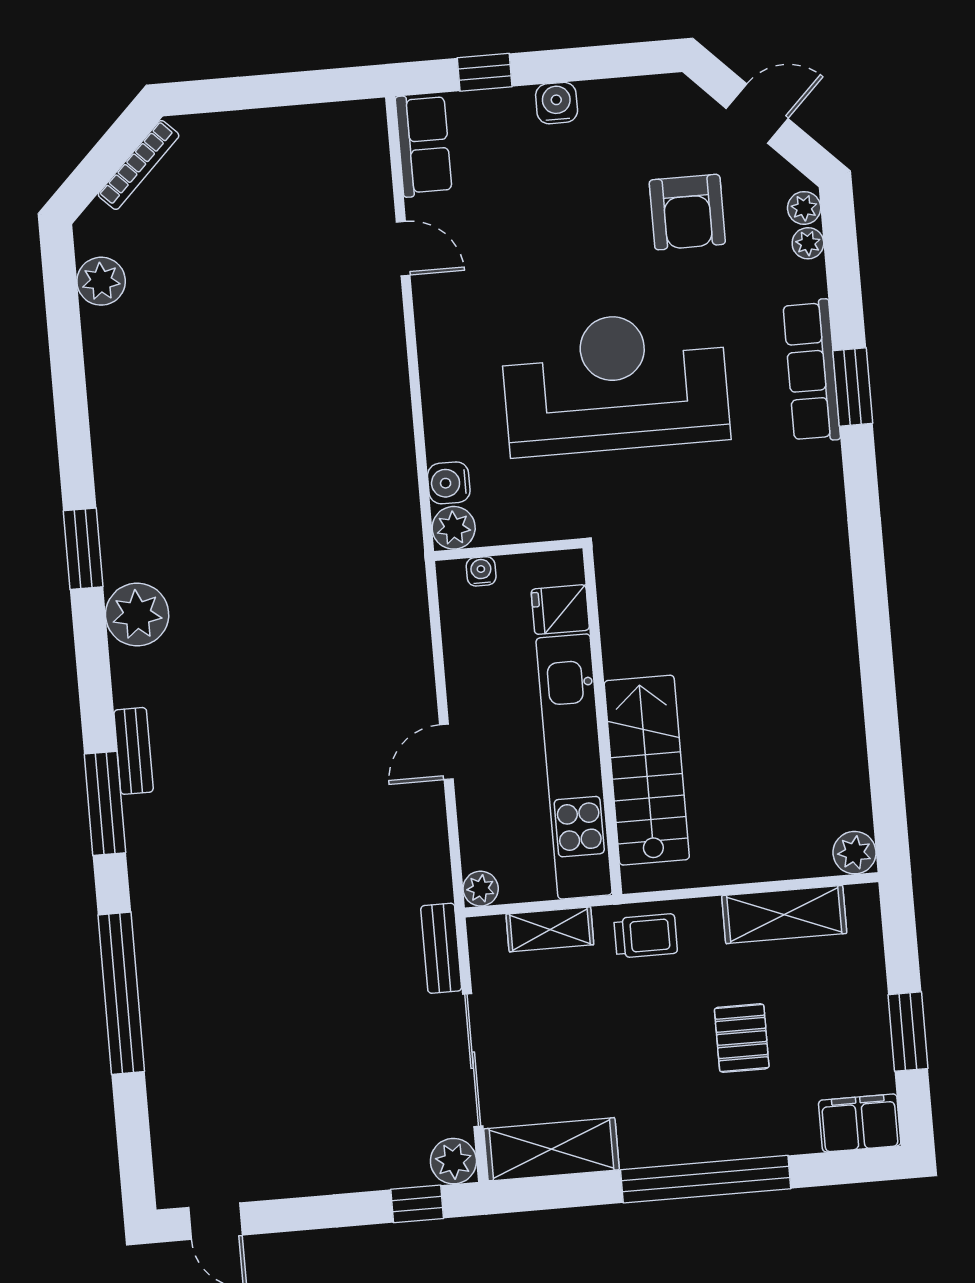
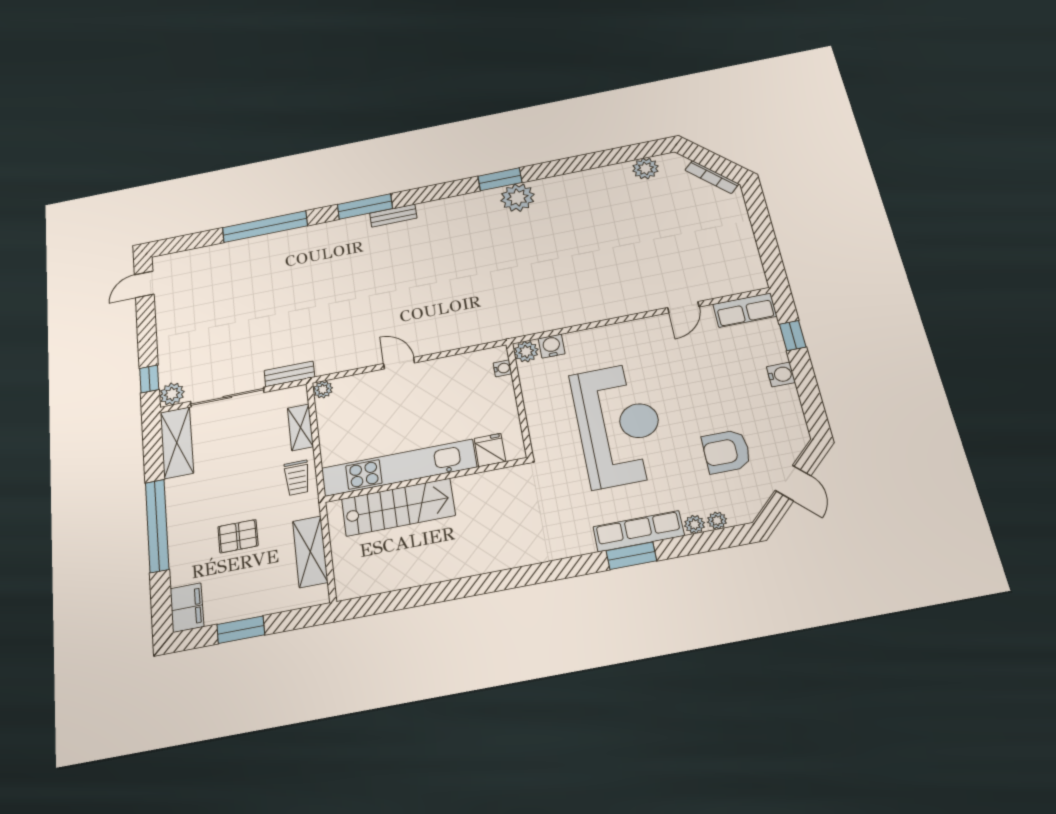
plant: (804, 208) -> (695, 524), moved
fridge: (560, 610) -> (490, 450), moved
plant: (137, 615) -> (518, 198), moved
wall: (602, 721) -> (426, 480), moved
kitchen unit: (574, 766) -> (399, 468), moved
stairs: (647, 770) -> (398, 507), moved
plant: (854, 853) -> (348, 587), removed

